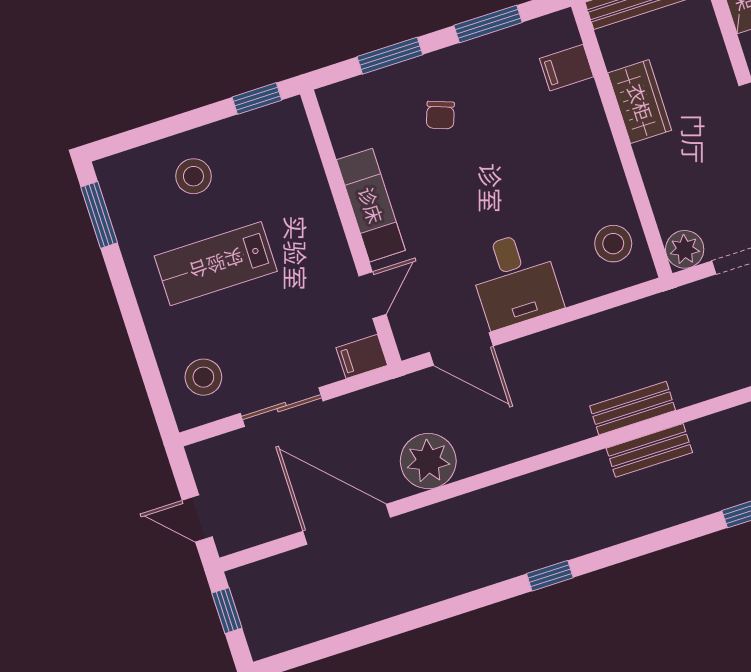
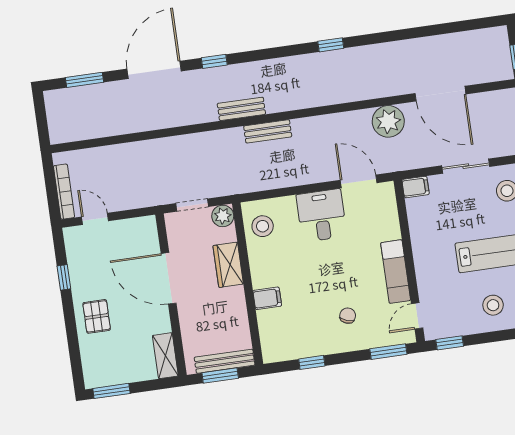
window: (488, 24) -> (312, 362), width x0.67
window: (390, 56) -> (388, 352), moved
filing cabinet: (567, 68) -> (267, 298), moved
wardrobe: (640, 102) -> (228, 265), moved
door: (373, 295) -> (417, 316), moved
bench: (649, 450) -> (241, 109), moved

